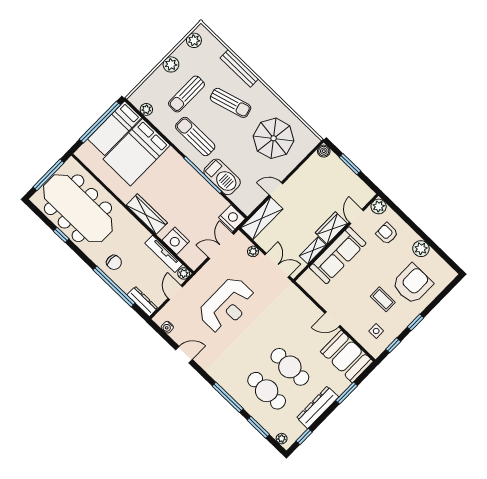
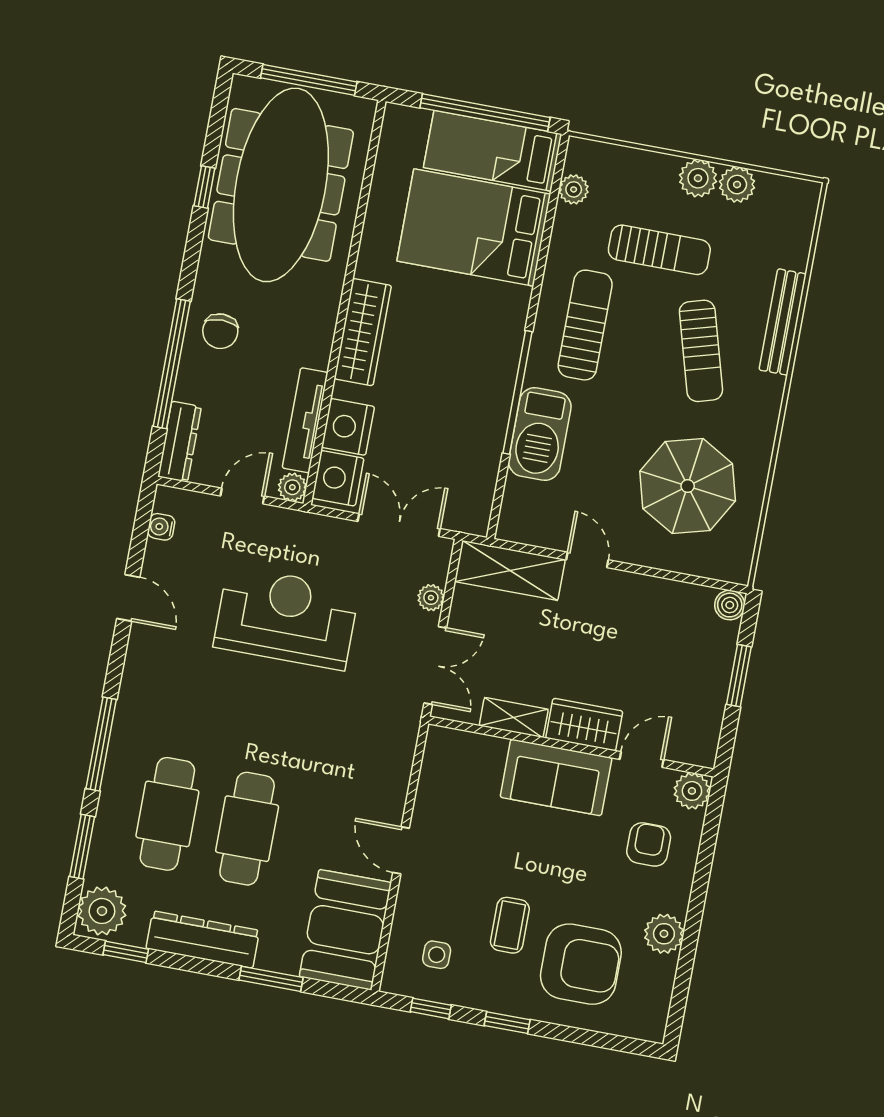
plant: (194, 40) -> (737, 185), moved
sun lounger: (187, 94) -> (659, 250), turned 180
nightstand: (232, 218) -> (338, 478), moved, turned 180
sofa: (338, 255) -> (556, 777), width x0.73
reception desk: (227, 305) -> (286, 618), turned 180
plant: (282, 439) -> (102, 911), width x1.87, depth x1.87

